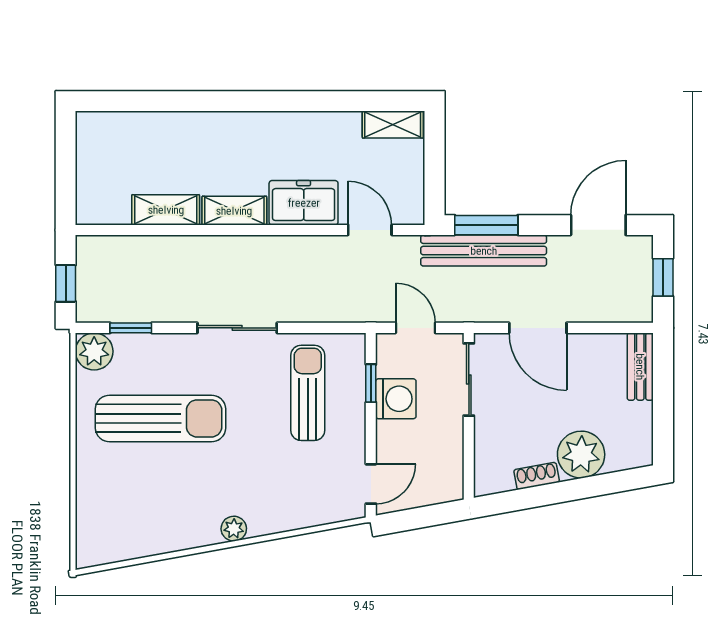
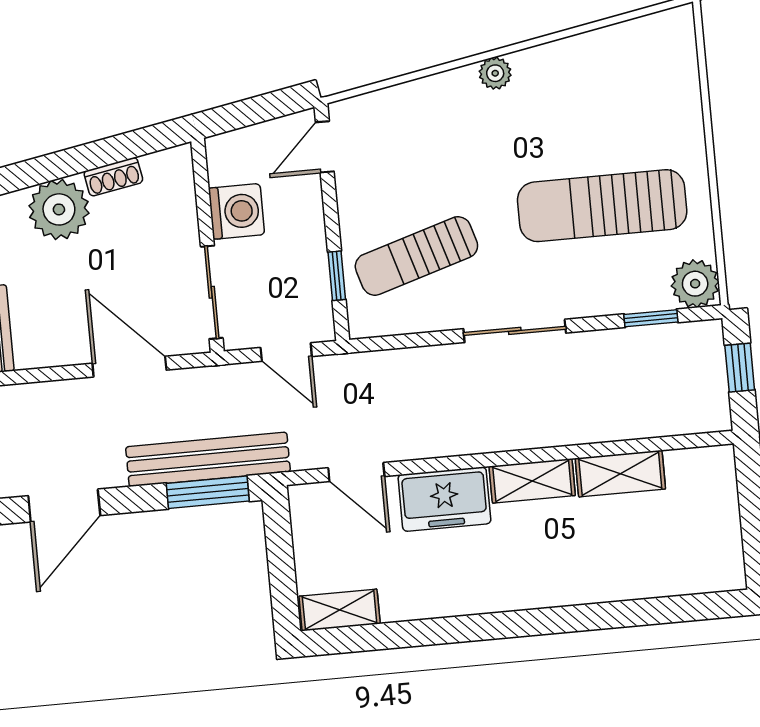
sun lounger: (308, 393) -> (416, 256), turned 73
washing machine: (396, 399) -> (237, 211), moved, turned 180

